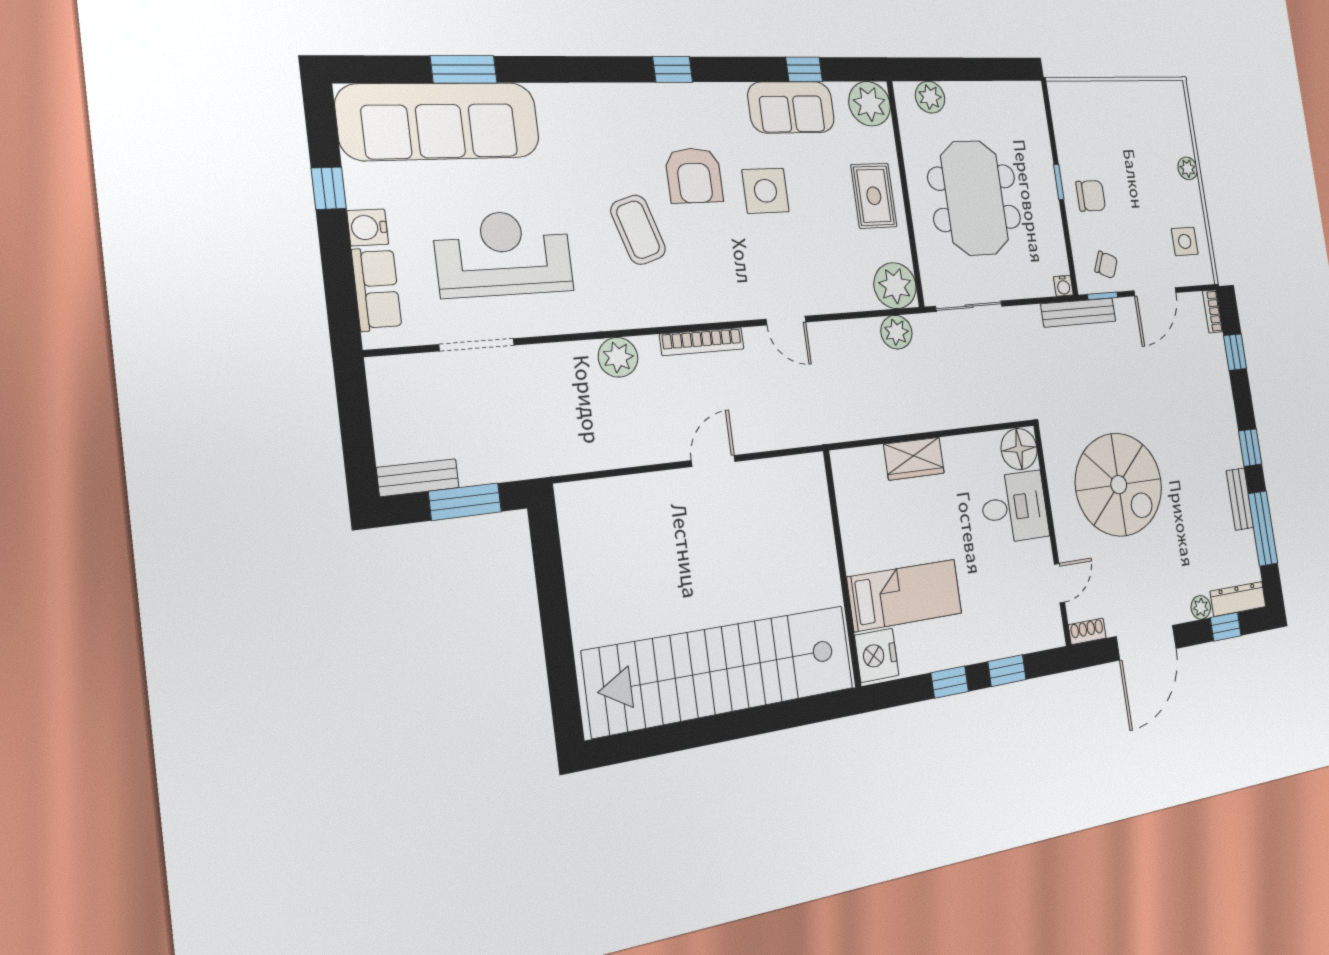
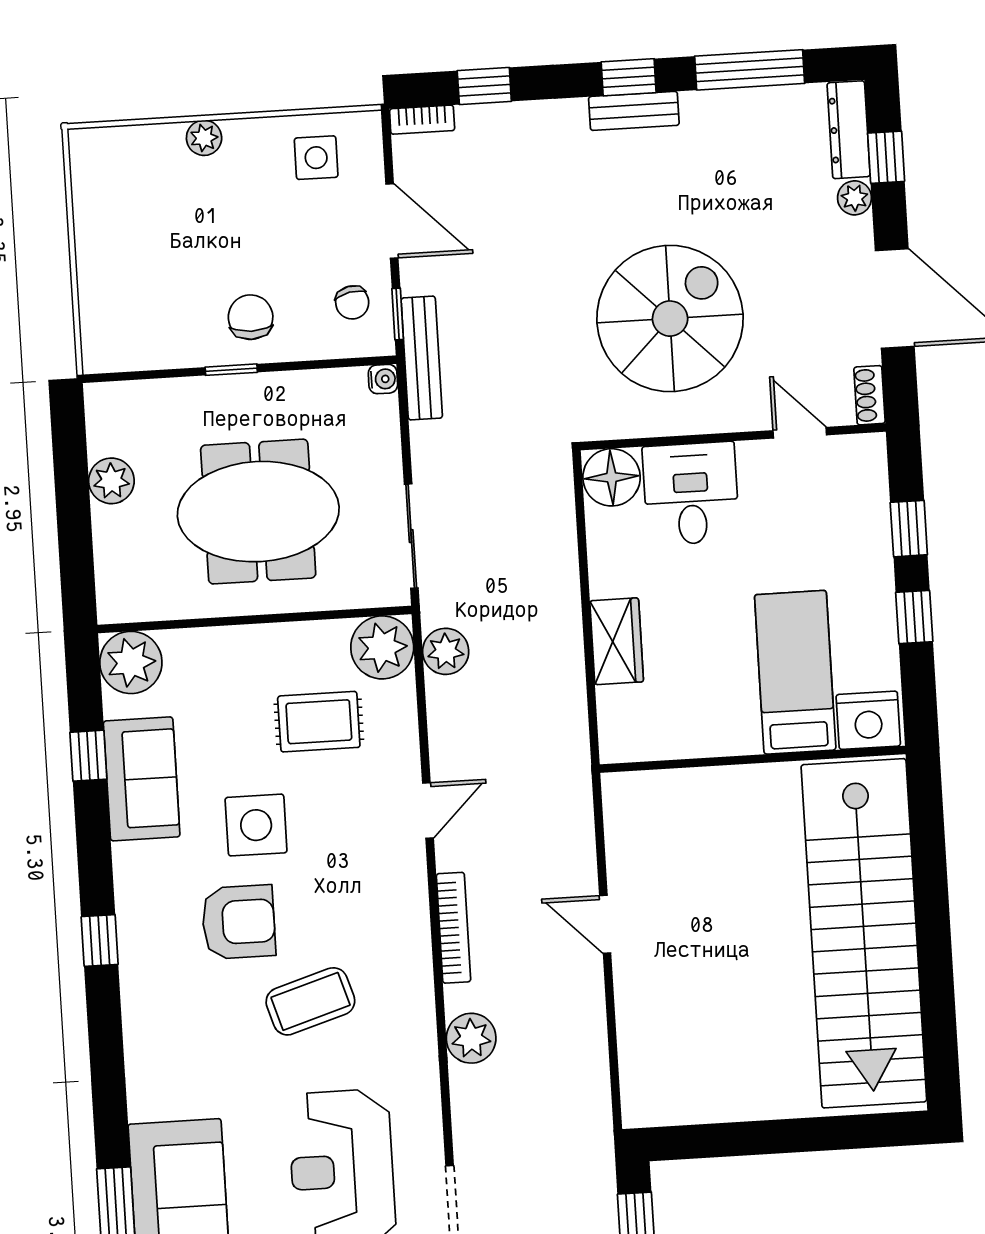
plant: (930, 97) -> (111, 481), moved
rug: (874, 196) -> (319, 722), moved
chair: (1106, 265) -> (352, 302), turned 145
bench: (1240, 499) -> (634, 111), moved

